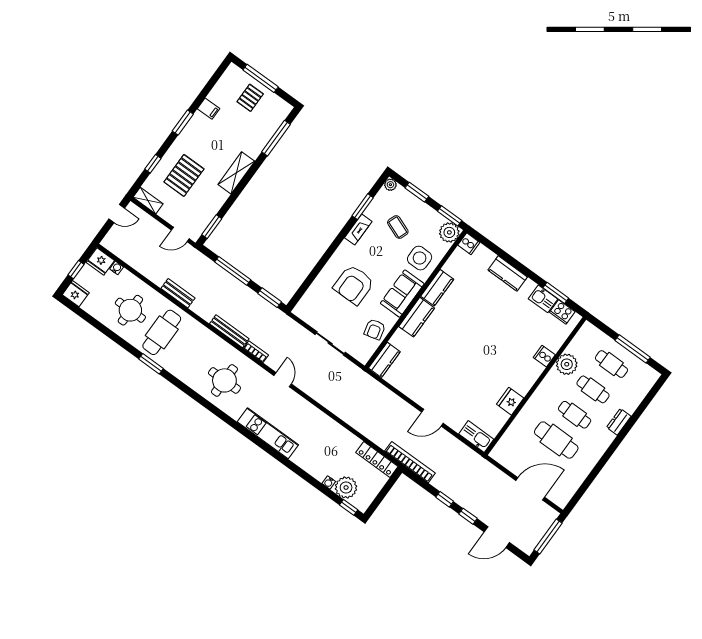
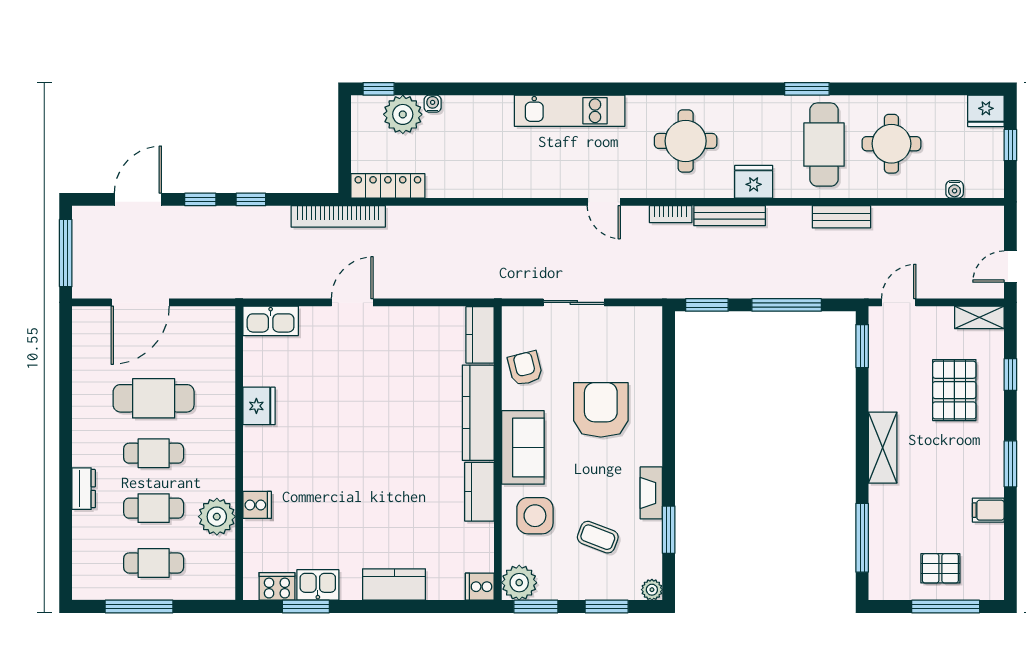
pallet: (250, 98) -> (940, 568), turned 90
fridge: (100, 261) -> (754, 182), moved
kitchen counter: (417, 317) -> (478, 413), width x1.50

